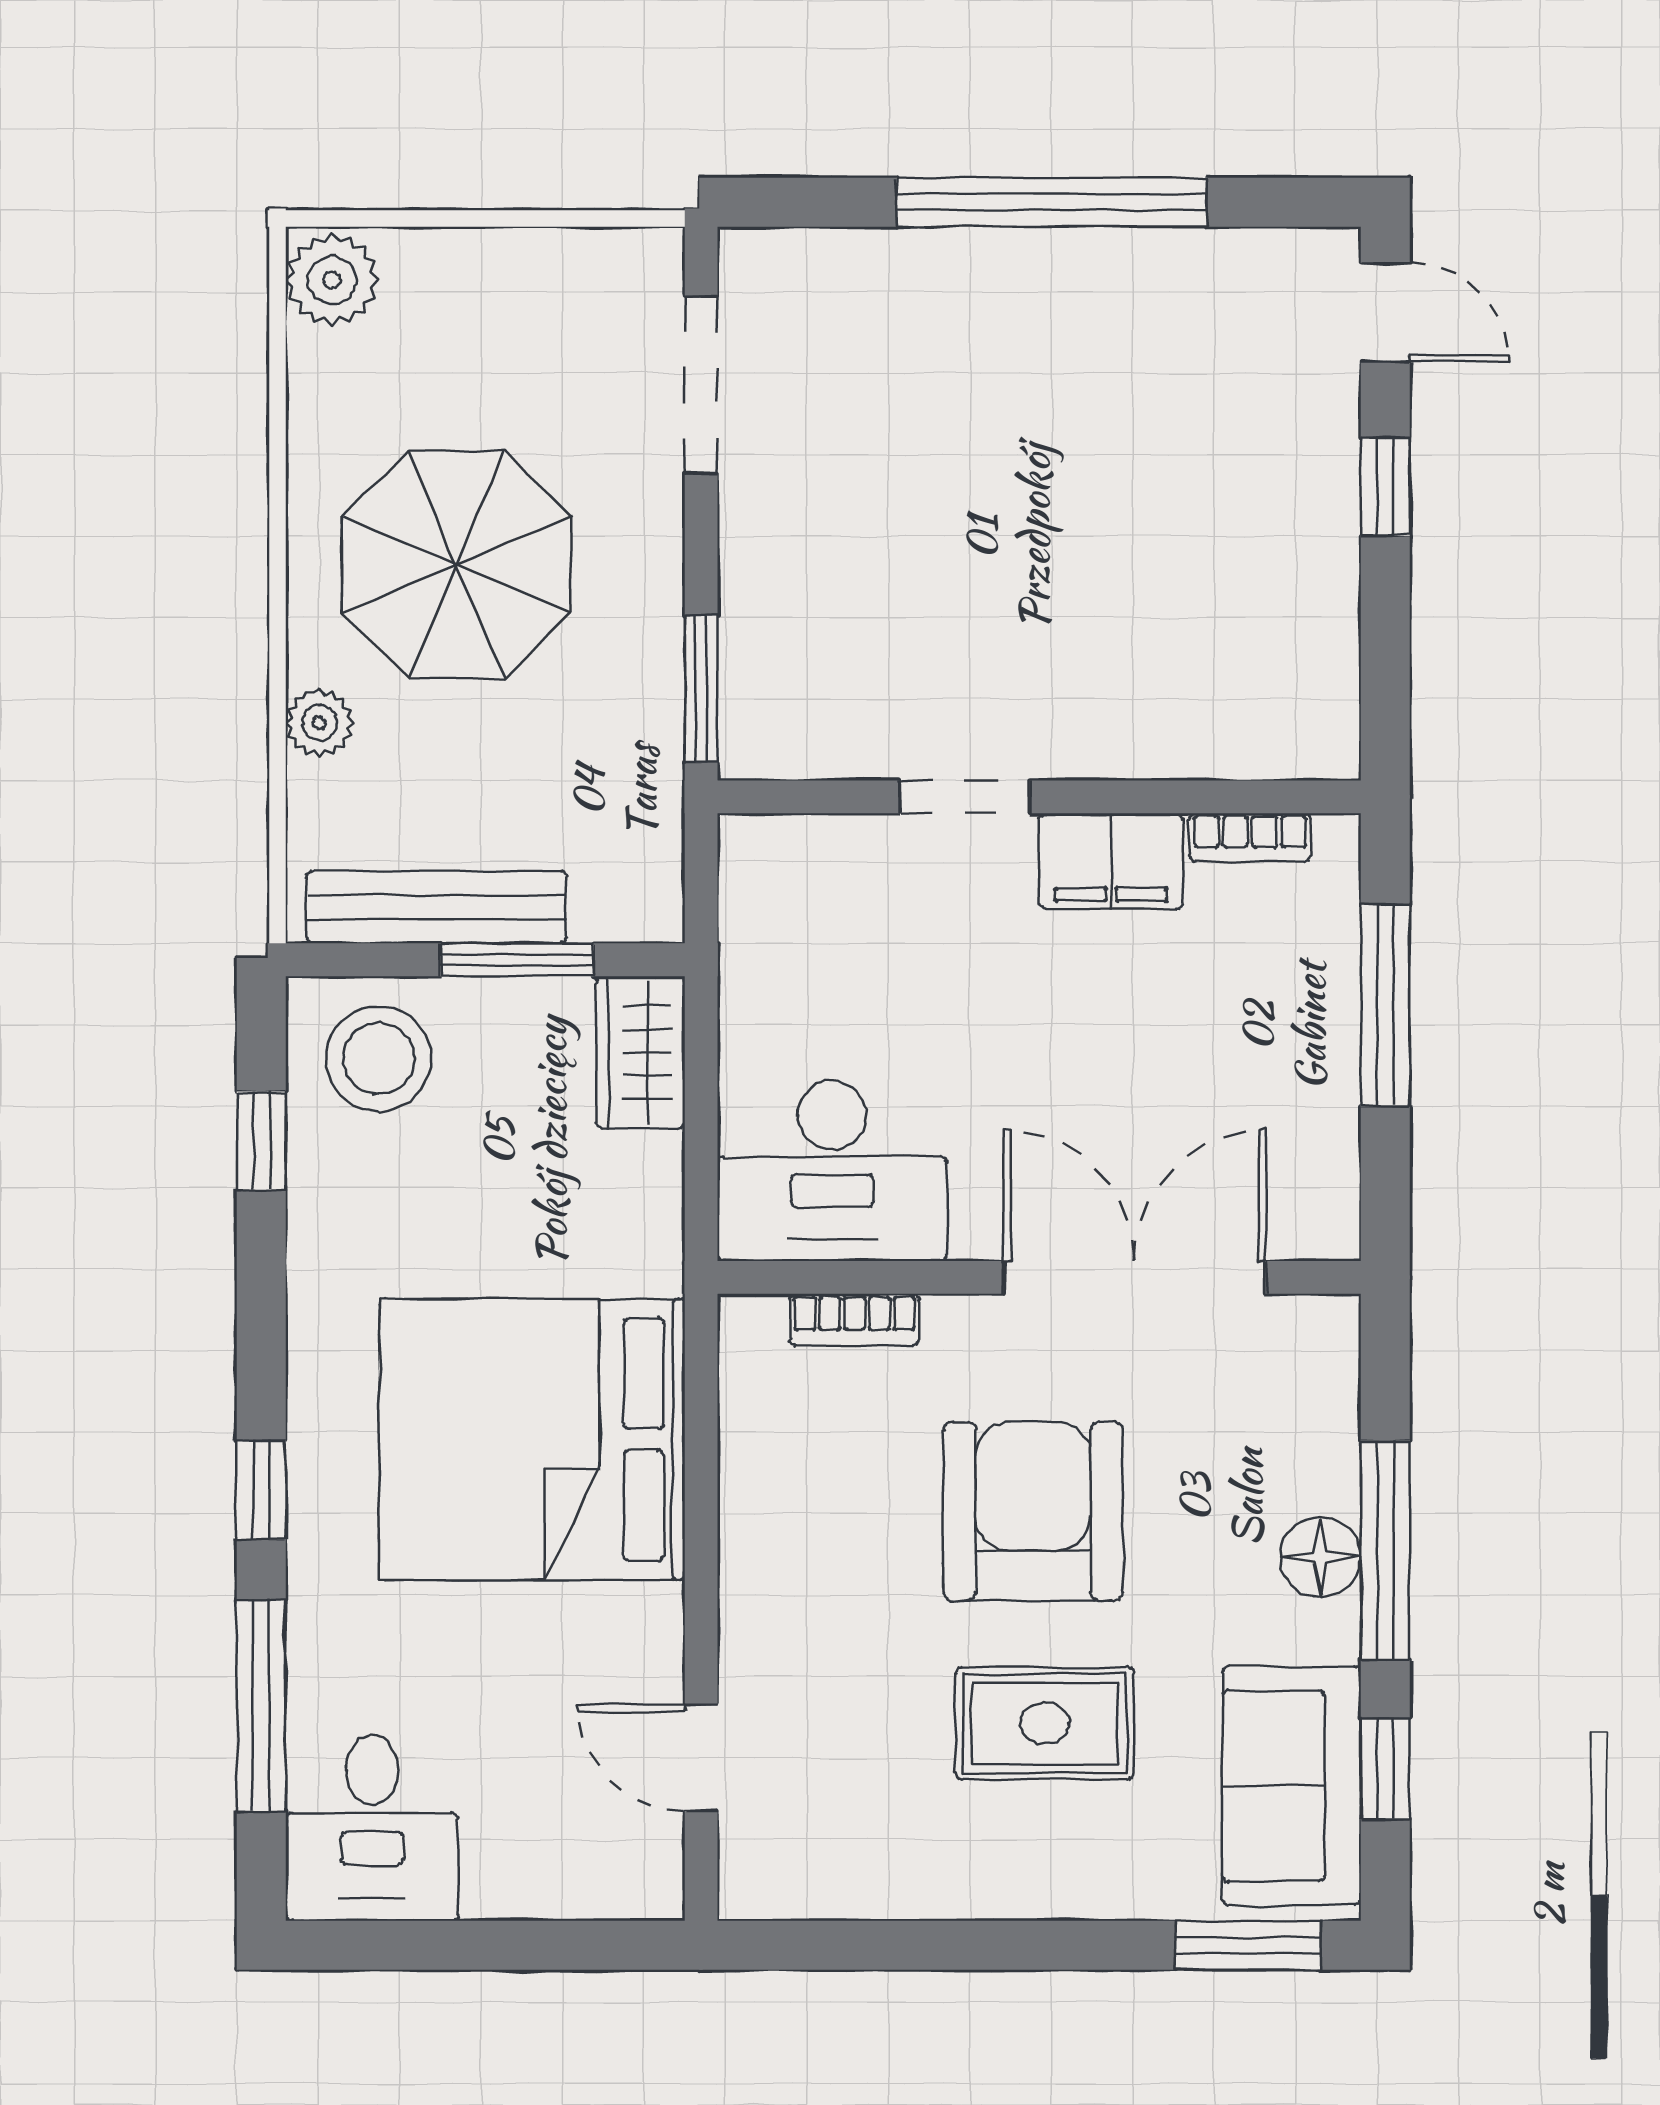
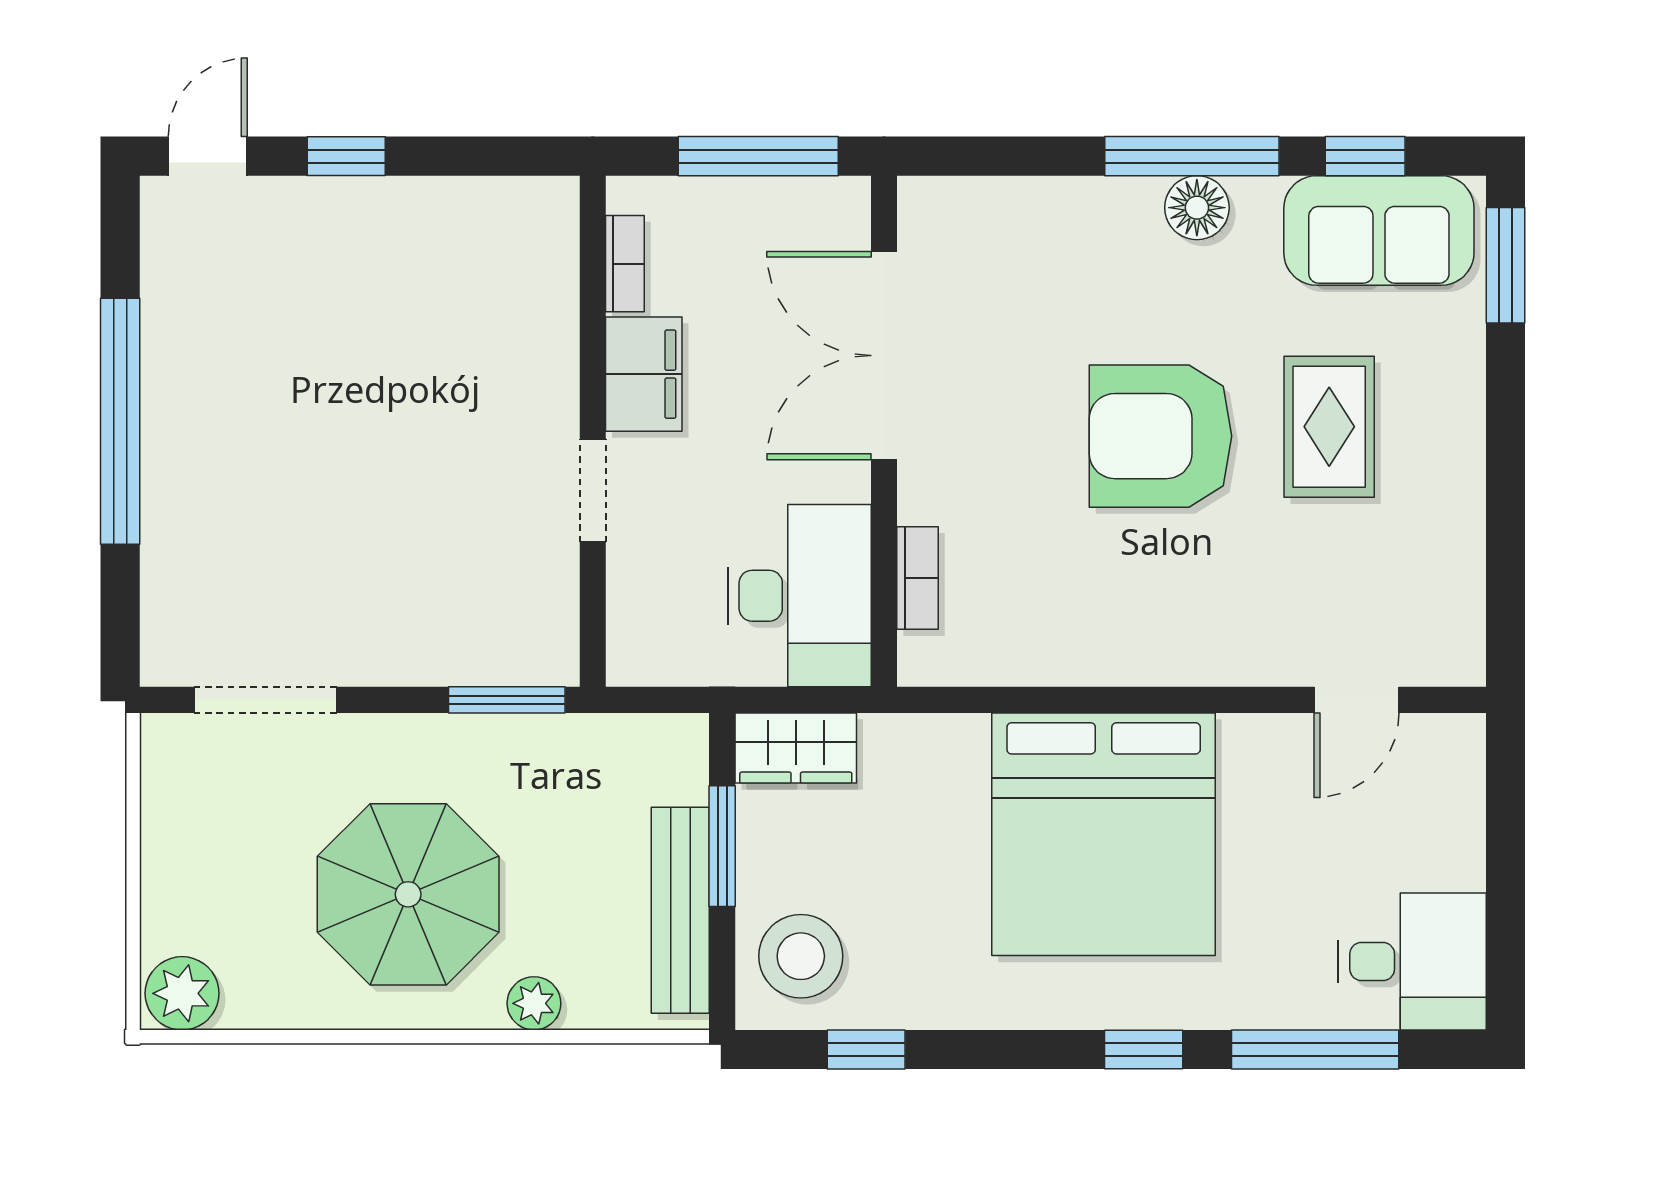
desk: (832, 1171) -> (799, 596), moved
wall: (1039, 1277) -> (884, 431), moved
double door: (1134, 1277) -> (884, 356), moved
bookcase: (854, 1319) -> (918, 578), moved

